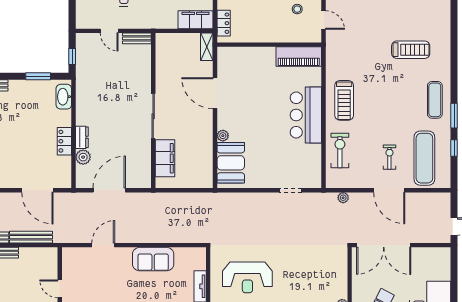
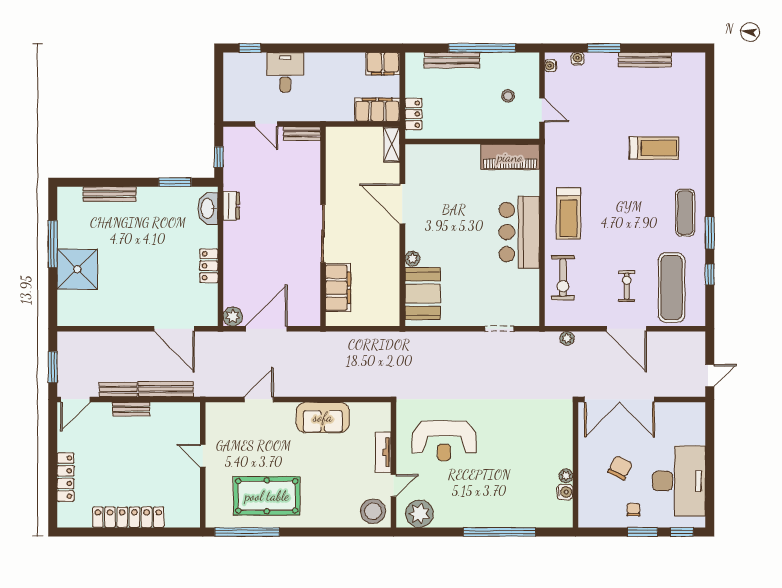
dresser: (82, 137) -> (231, 206), moved
exercise bike: (340, 150) -> (563, 278), turned 180
plant: (83, 157) -> (233, 317), moved

